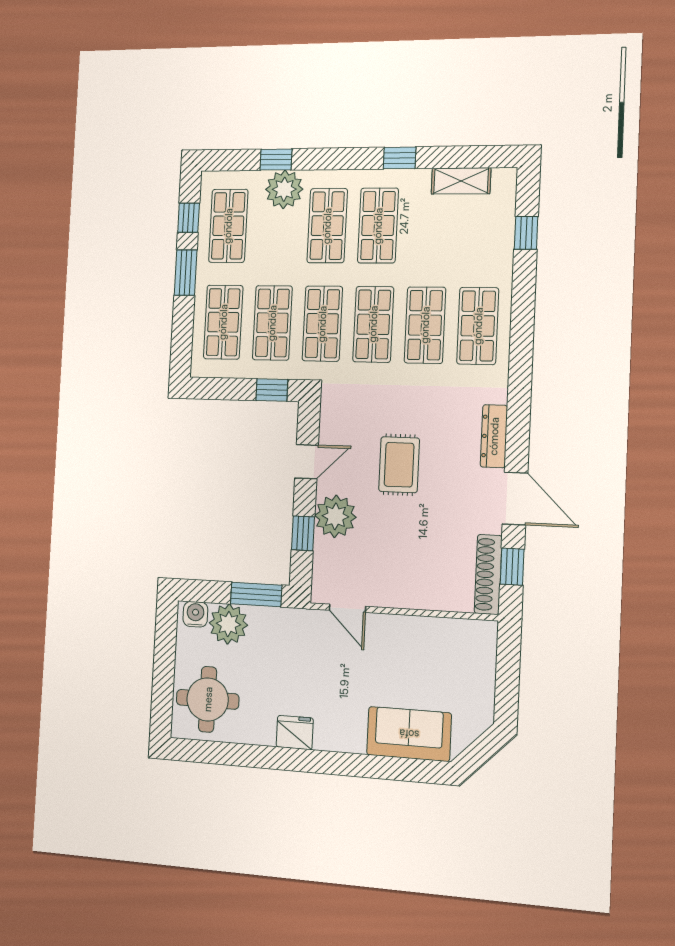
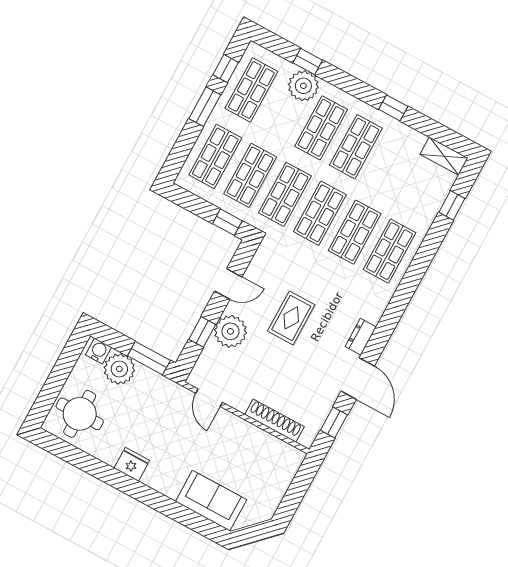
shelving: (461, 181) -> (444, 156), moved
dresser: (494, 436) -> (361, 337), width x0.70
shoe rack: (488, 574) -> (274, 421), moved, turned 90

